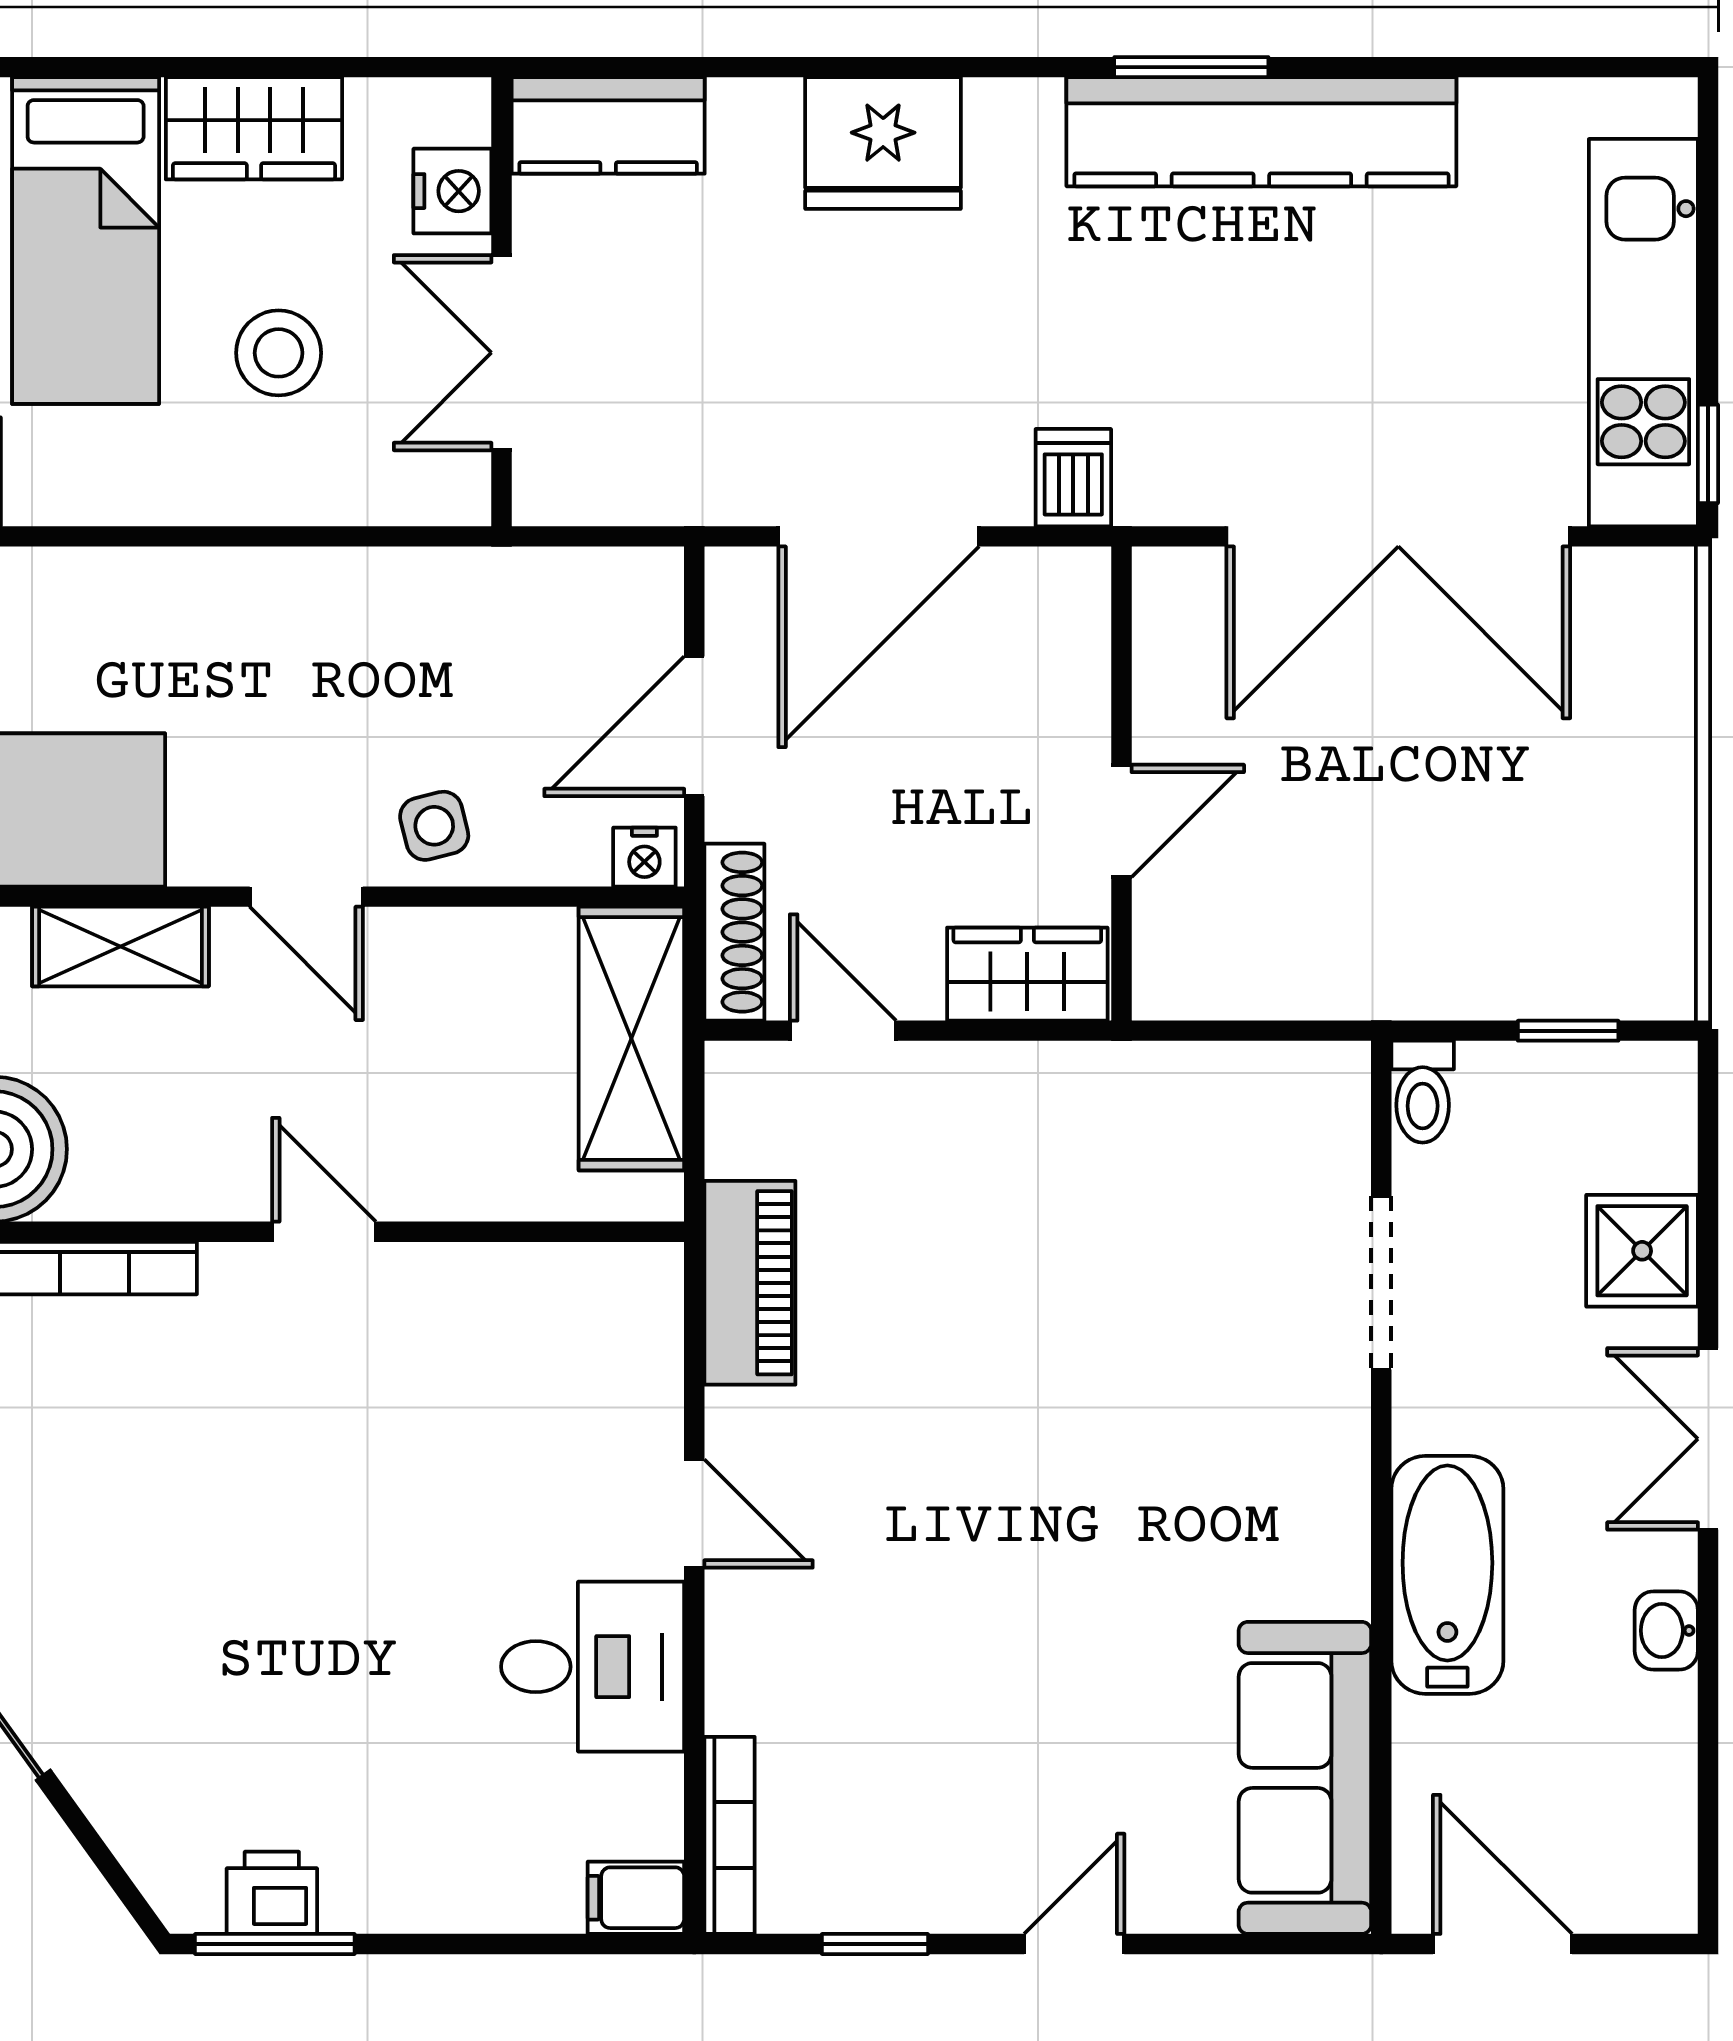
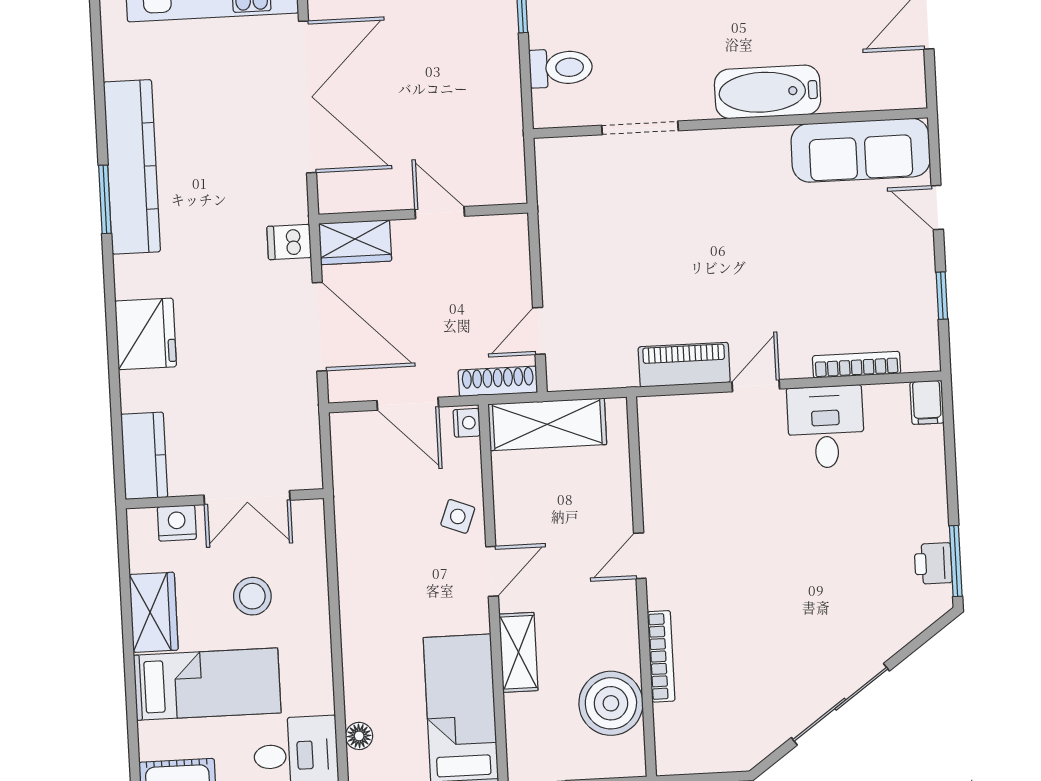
side table: (434, 826) -> (458, 516), turned 35
wardrobe: (1027, 974) -> (355, 242), moved, turned -90
toilet: (1423, 1092) -> (561, 68), width x1.37, depth x1.39
piano: (750, 1283) -> (684, 365), moved
doorway: (1381, 1283) -> (640, 128), moved
wall: (1381, 1487) -> (730, 123), moved
bathtub: (1447, 1575) -> (768, 92), moved
sofa: (1305, 1778) -> (861, 150), moved
bookcase: (730, 1835) -> (857, 365), moved

